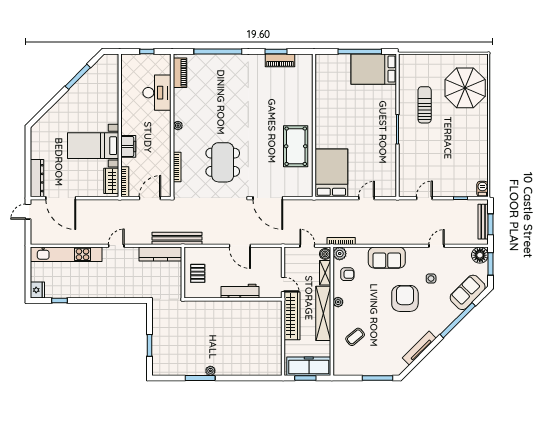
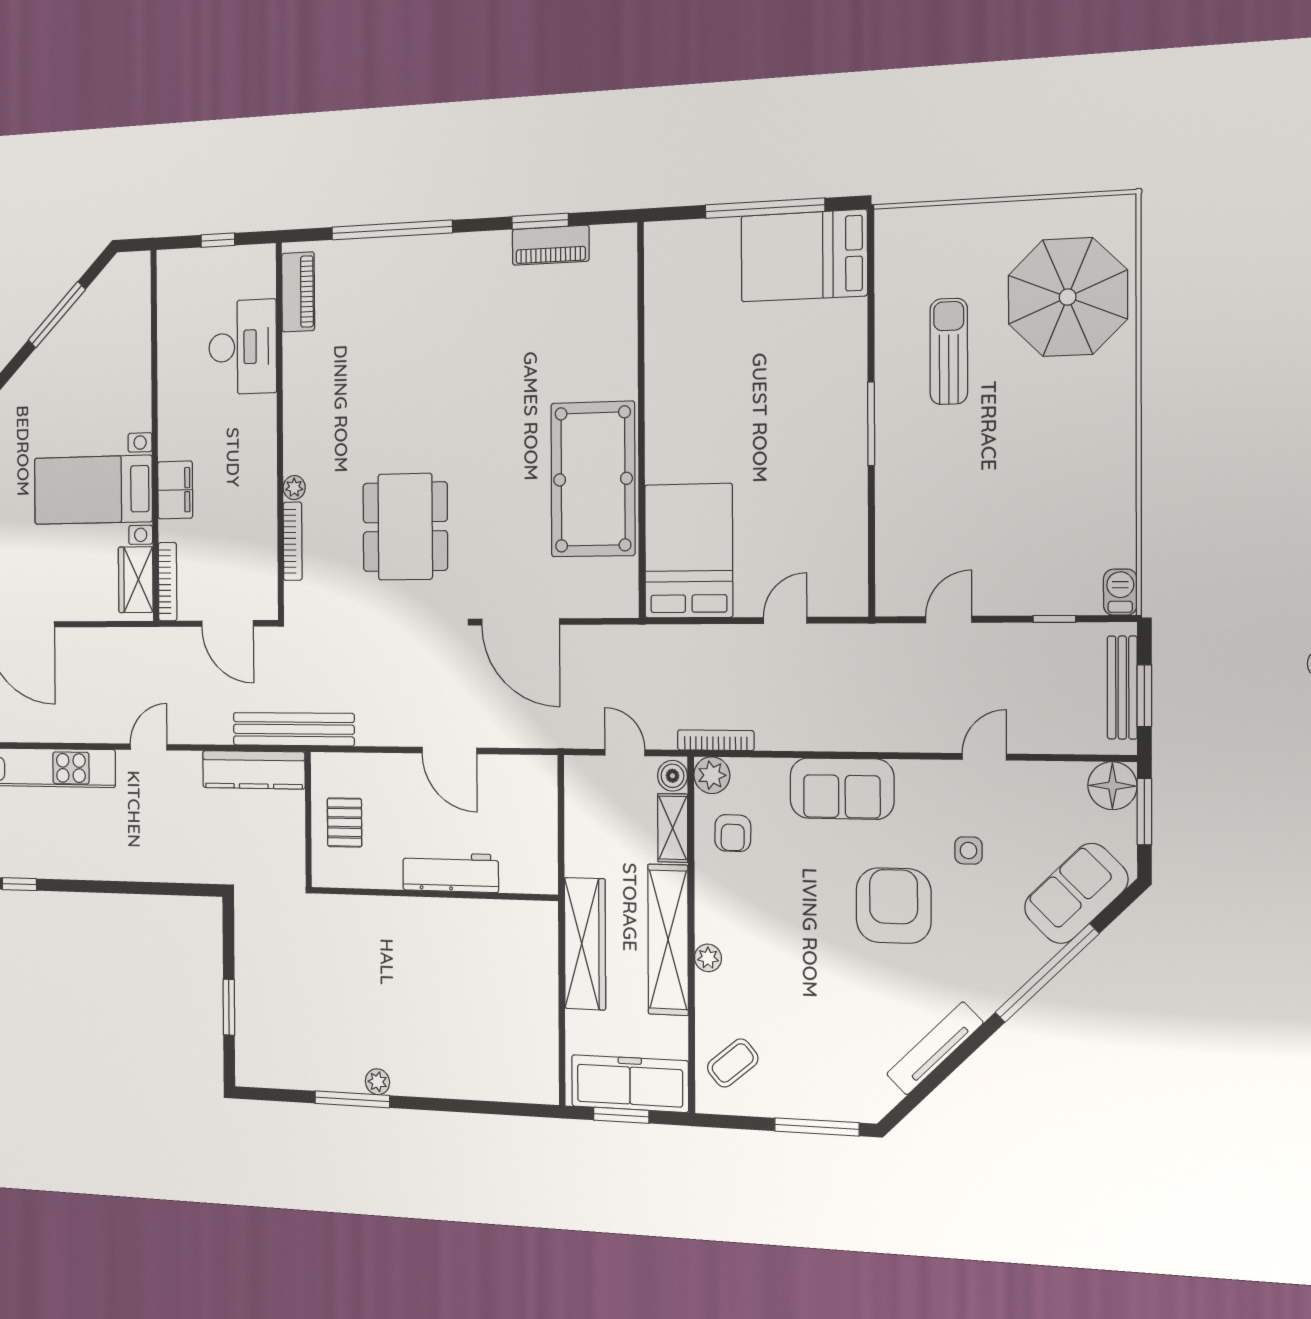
plant: (178, 126) -> (294, 488), moved
pool table: (296, 146) -> (593, 479), width x1.36, depth x1.32
door: (150, 198) -> (228, 623), swing flipped
armchair: (347, 274) -> (733, 833), turned 91
door: (283, 284) -> (561, 857), removed
plant: (338, 302) -> (708, 958), moved
coffee table: (355, 337) -> (733, 1063), moved

